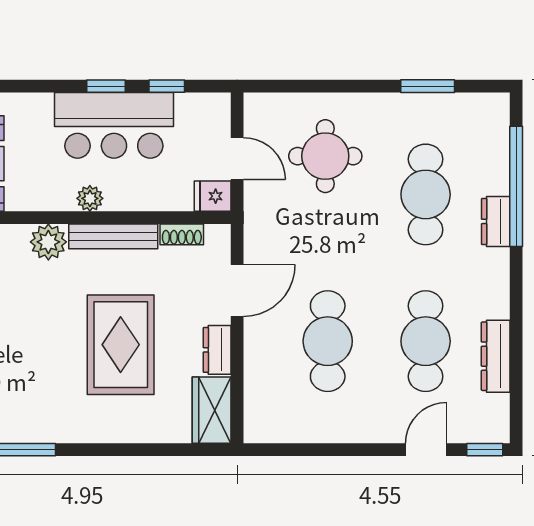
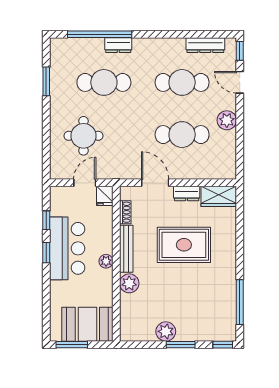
dresser: (496, 356) -> (205, 45), moved
plant: (354, 425) -> (227, 120), added

